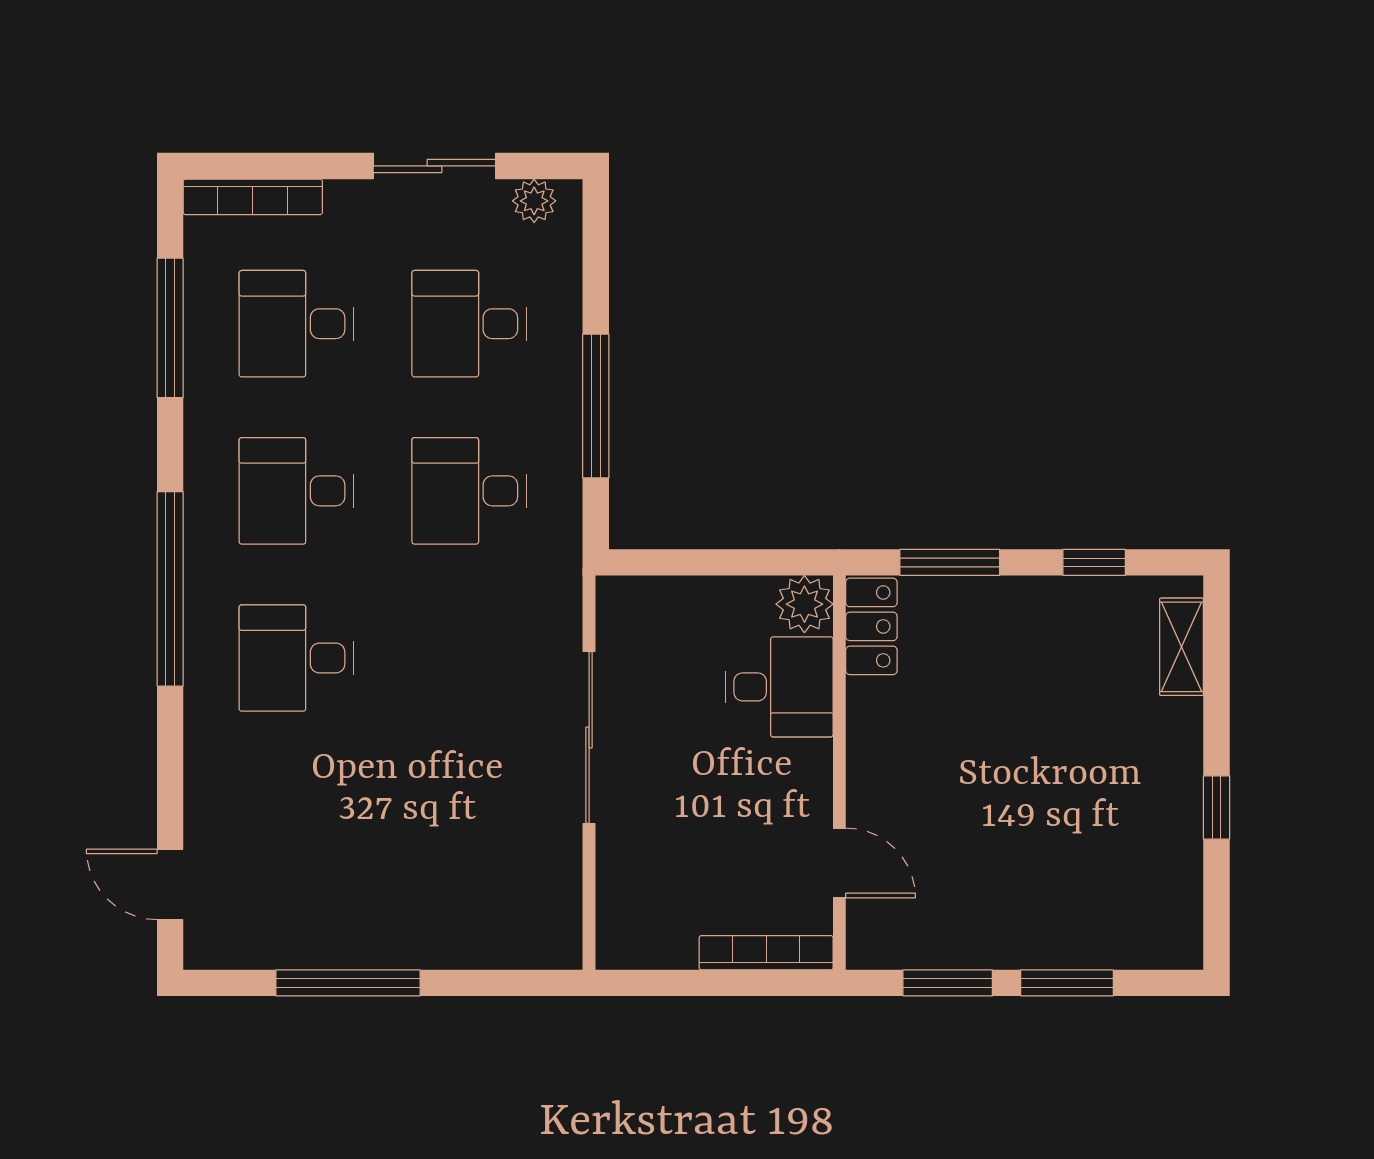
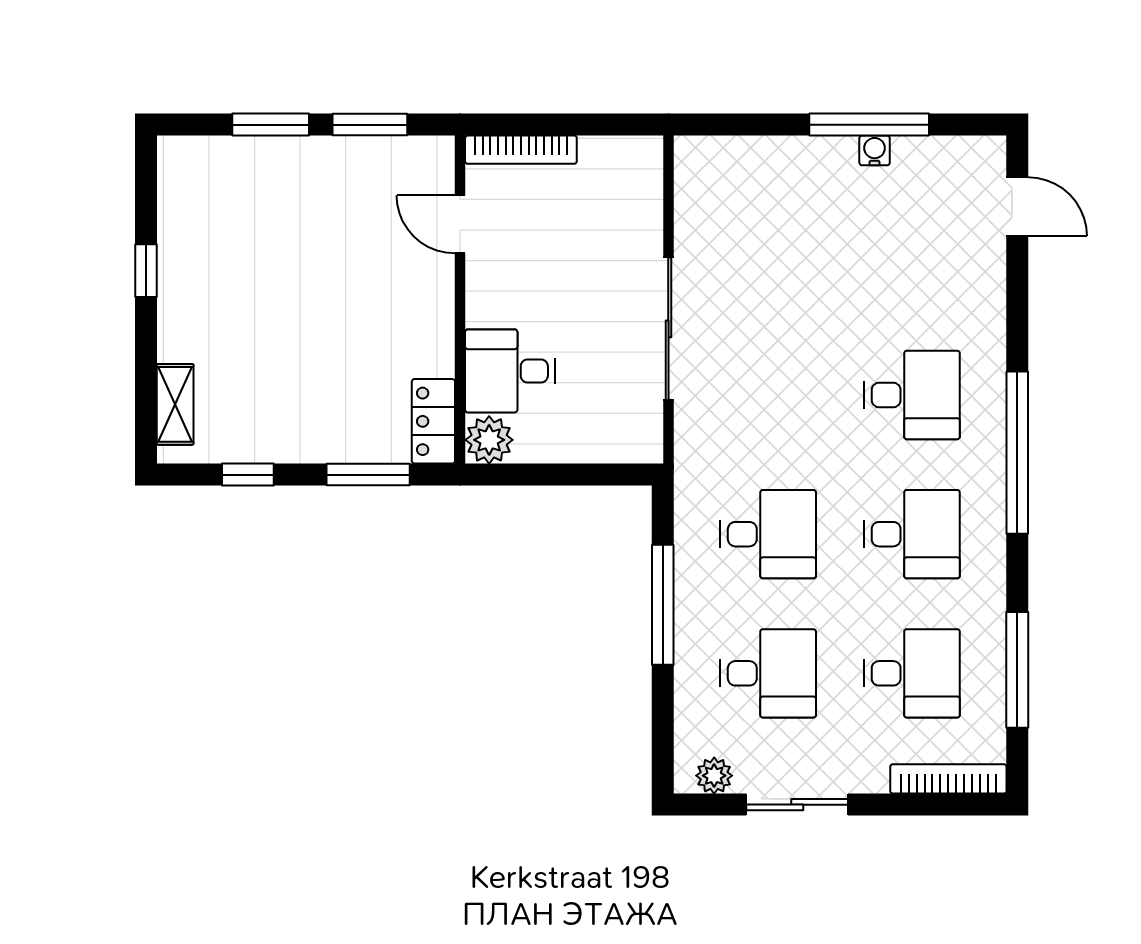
water cooler: (341, 952) -> (875, 150), added

